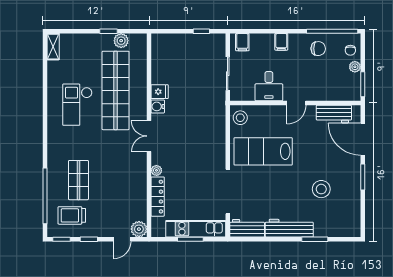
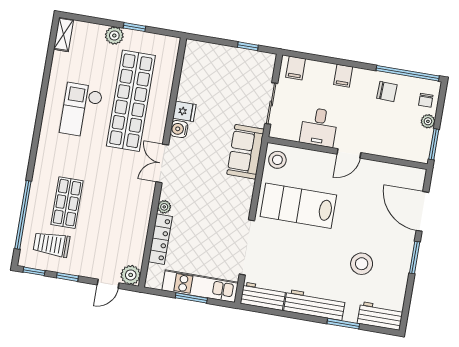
plant: (121, 41) -> (114, 36), moved
workbench: (334, 114) -> (380, 316), moved, turned 180
sofa: (214, 116) -> (245, 152), added

